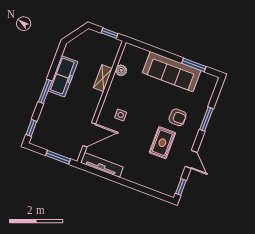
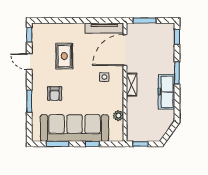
window: (159, 52) -> (92, 144), added
sofa: (172, 72) -> (75, 128), width x1.36, depth x1.27
shelving: (103, 78) -> (132, 85), moved
armchair: (178, 117) -> (55, 94), turned -90
door: (89, 135) -> (125, 50), width x1.36
rug: (162, 143) -> (64, 56), moved

